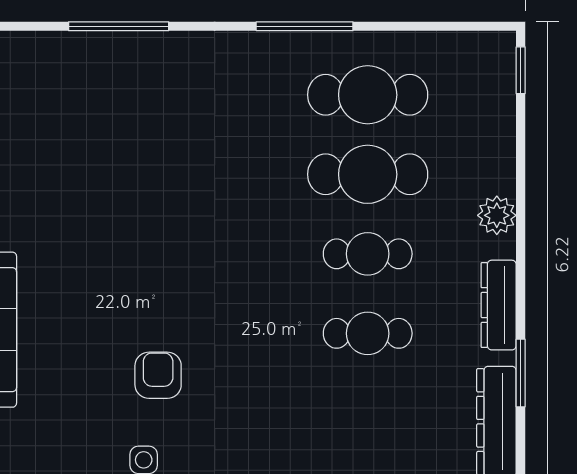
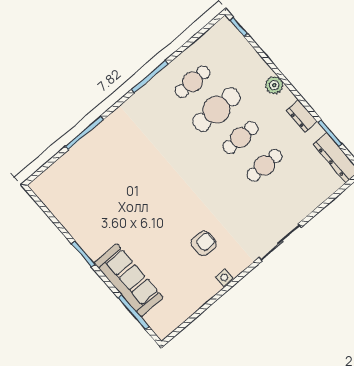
cafe table: (368, 95) -> (193, 82), width x0.73, depth x0.74
dresser: (499, 305) -> (302, 116), width x0.70
armchair: (158, 375) -> (204, 243), turned 90

